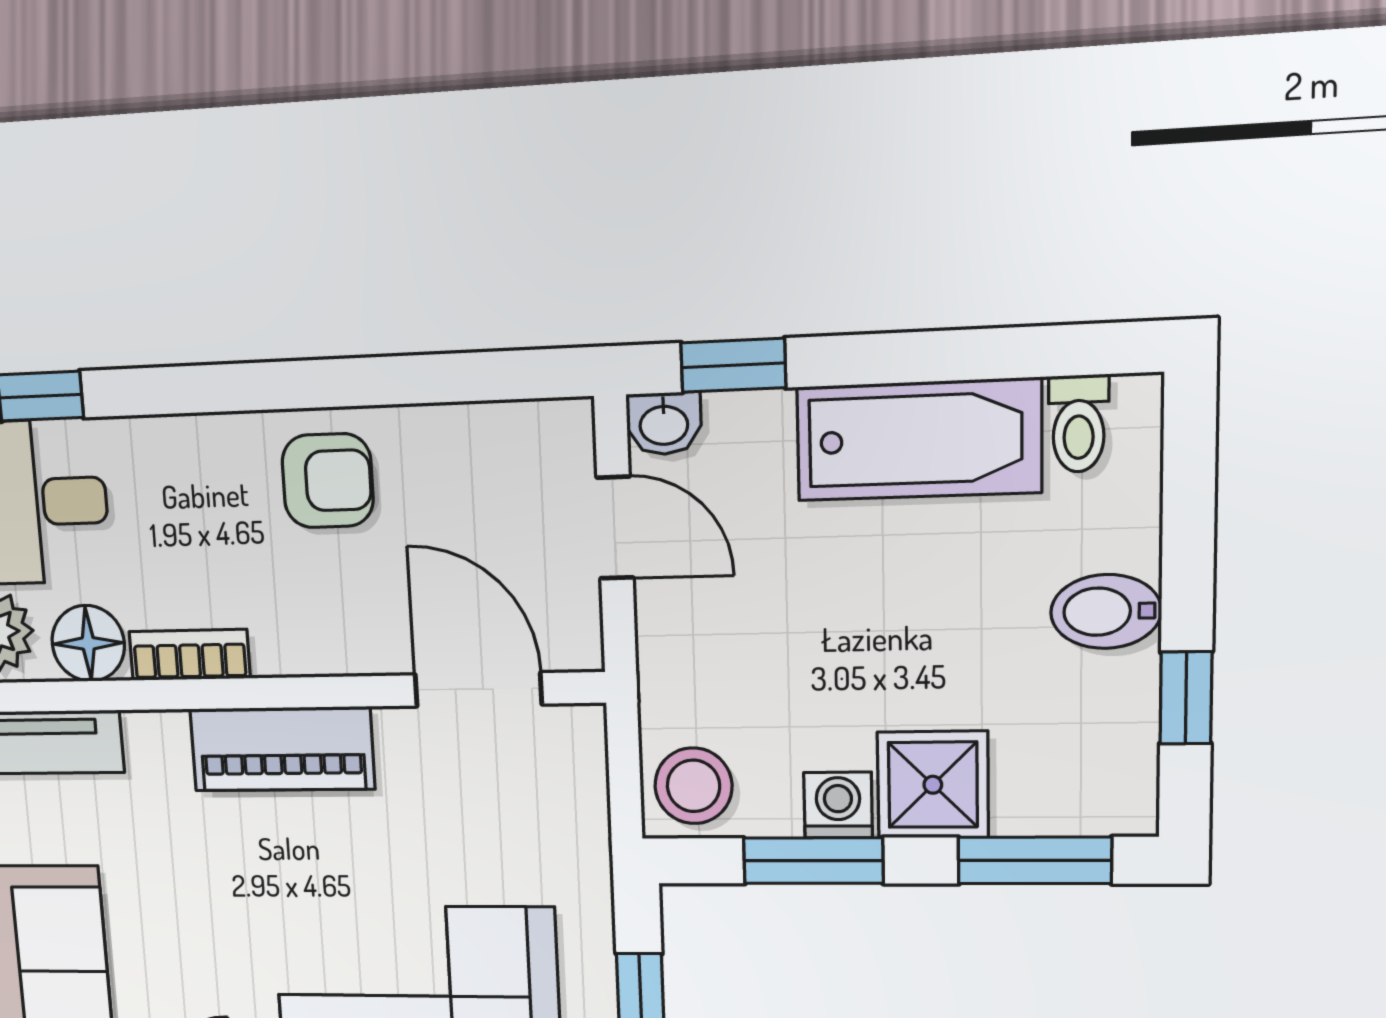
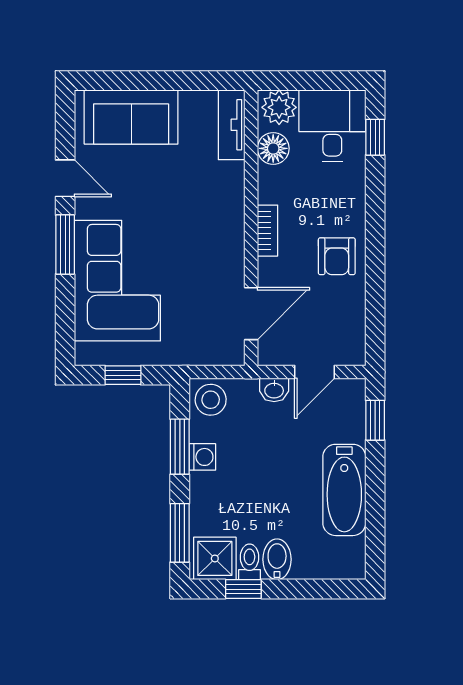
washbasin: (664, 424) -> (274, 390), moved, turned -90
toilet: (1079, 424) -> (249, 562), moved, turned 90
bookcase: (190, 655) -> (267, 231), moved
piano: (282, 749) -> (228, 229), removed
shower: (933, 785) -> (215, 558), moved

